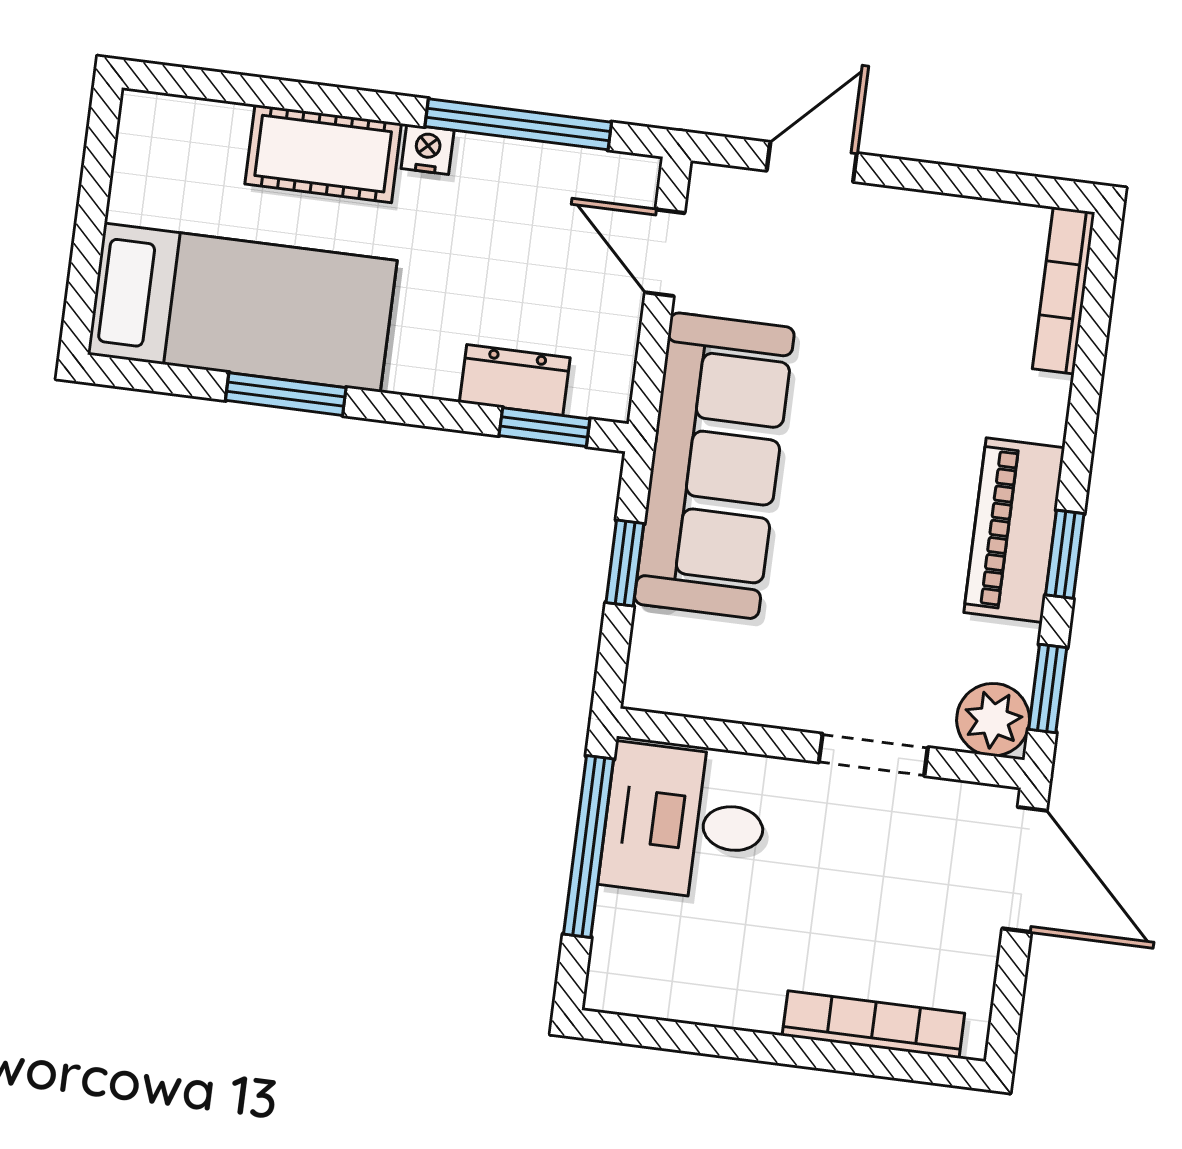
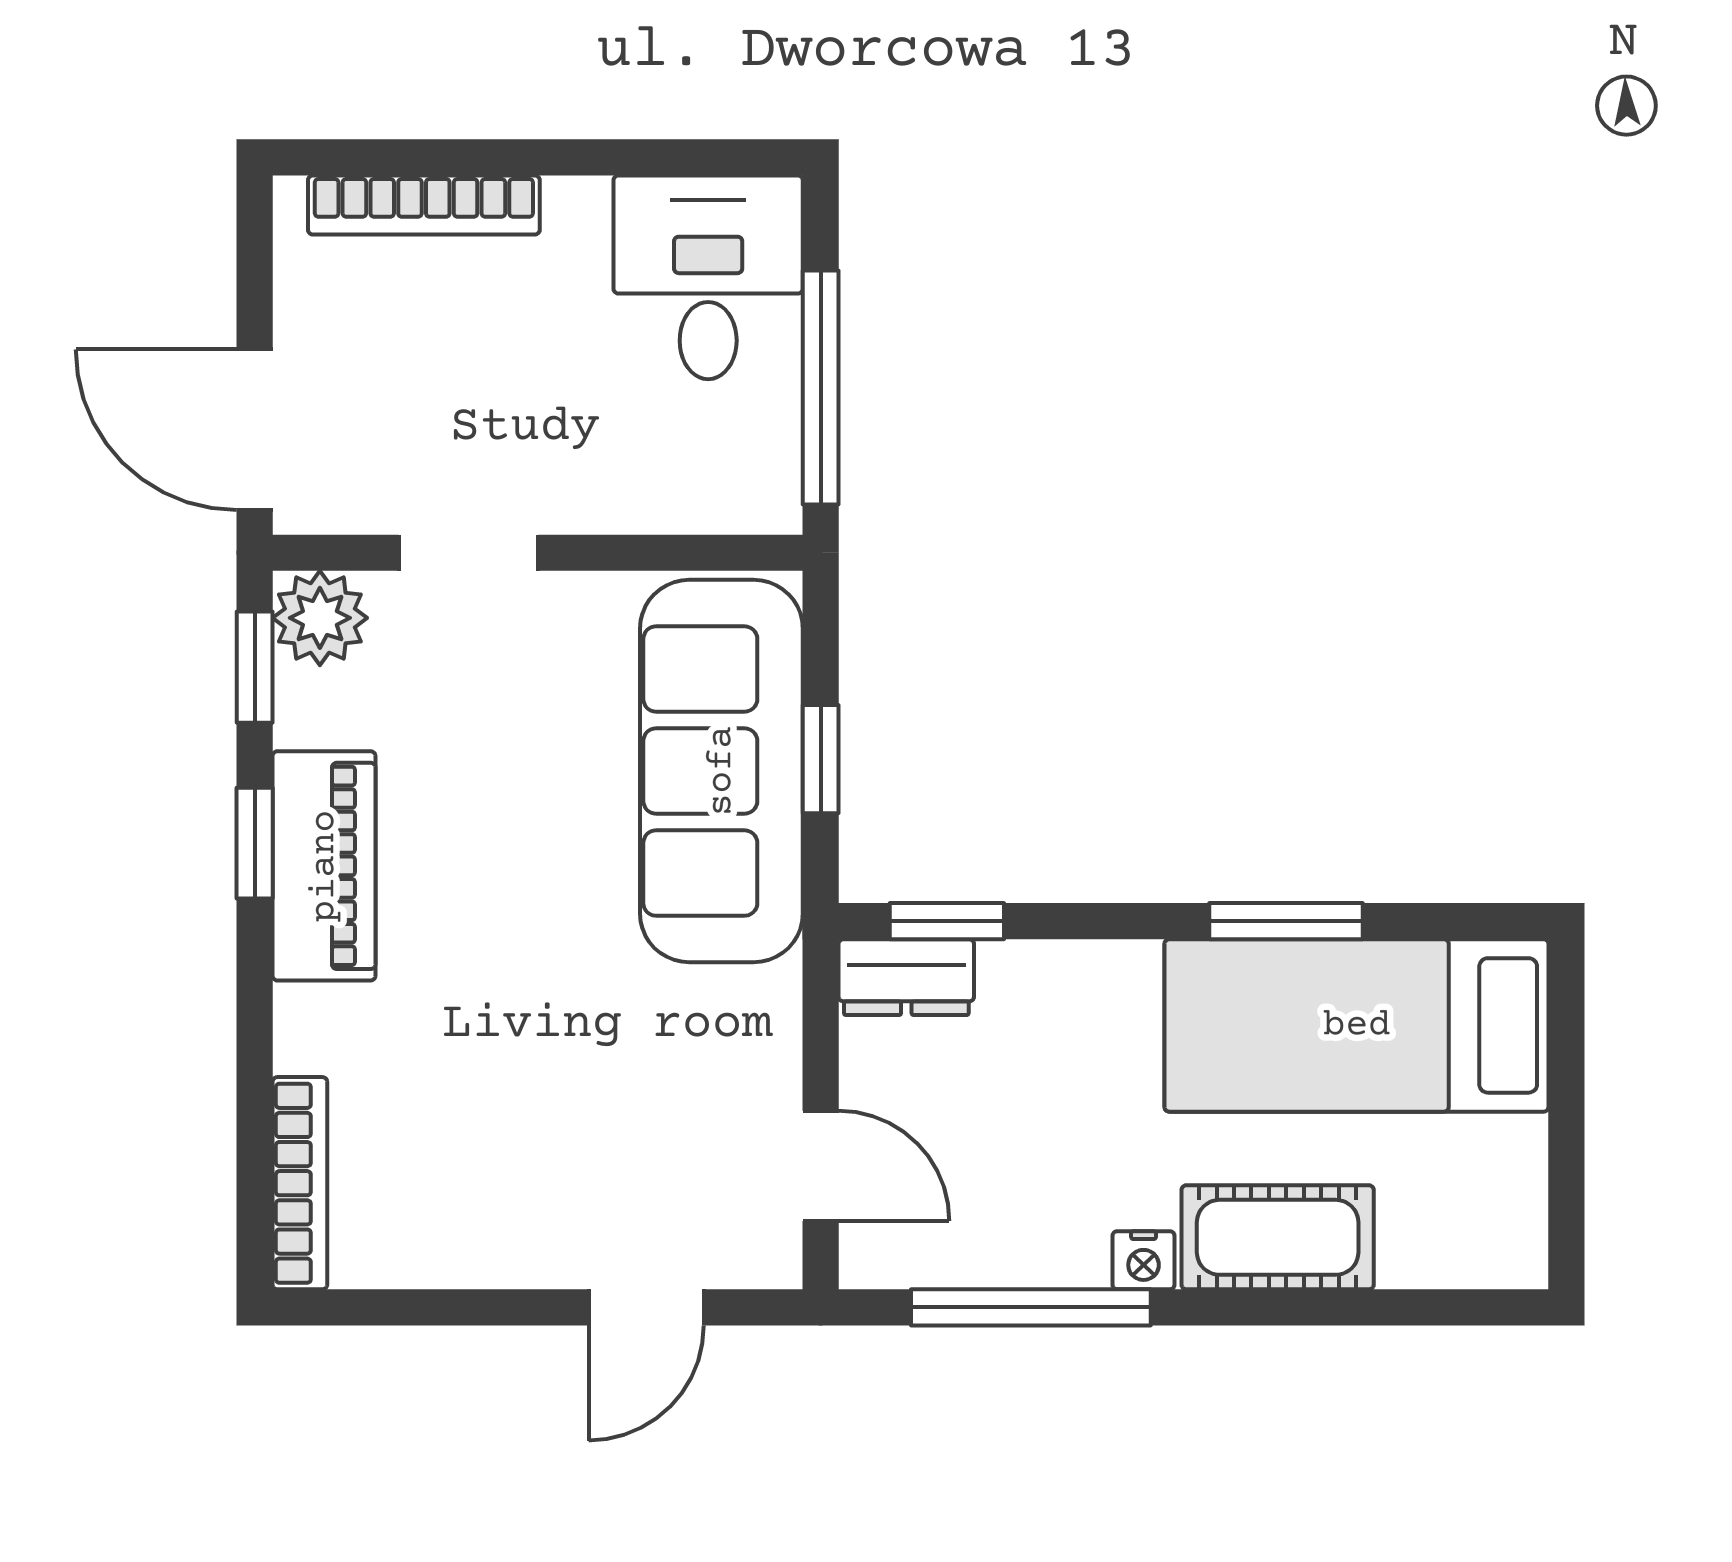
dresser: (515, 380) -> (906, 977), moved
sofa: (714, 466) -> (721, 771), moved
desk: (685, 822) -> (708, 277), moved, turned -90

